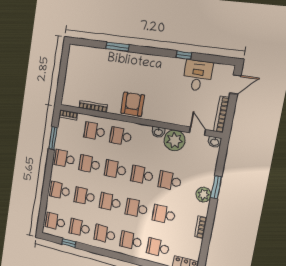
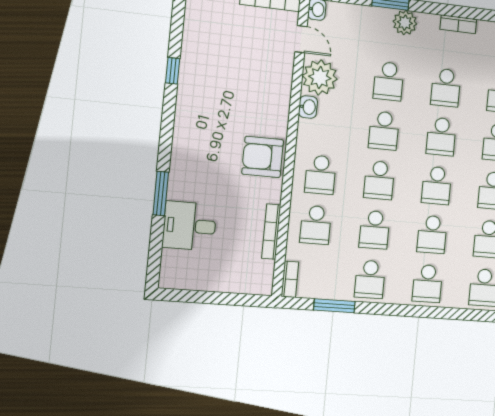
desk: (197, 75) -> (189, 226), moved
door: (197, 131) -> (301, 39), swing flipped

